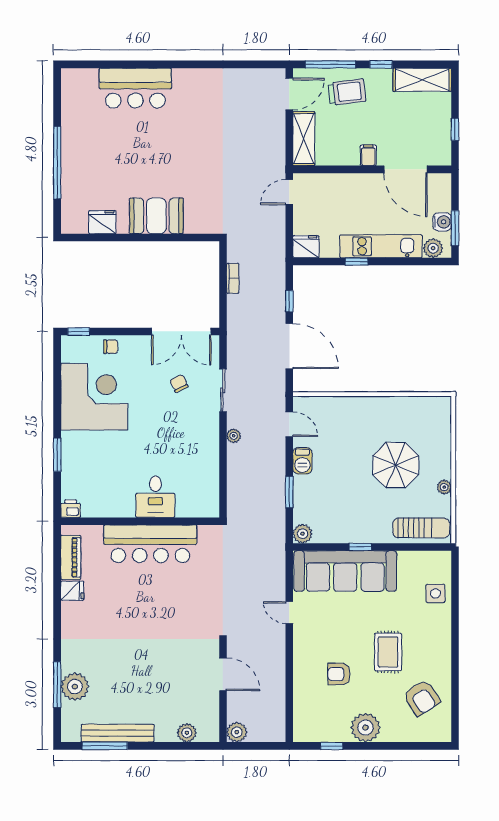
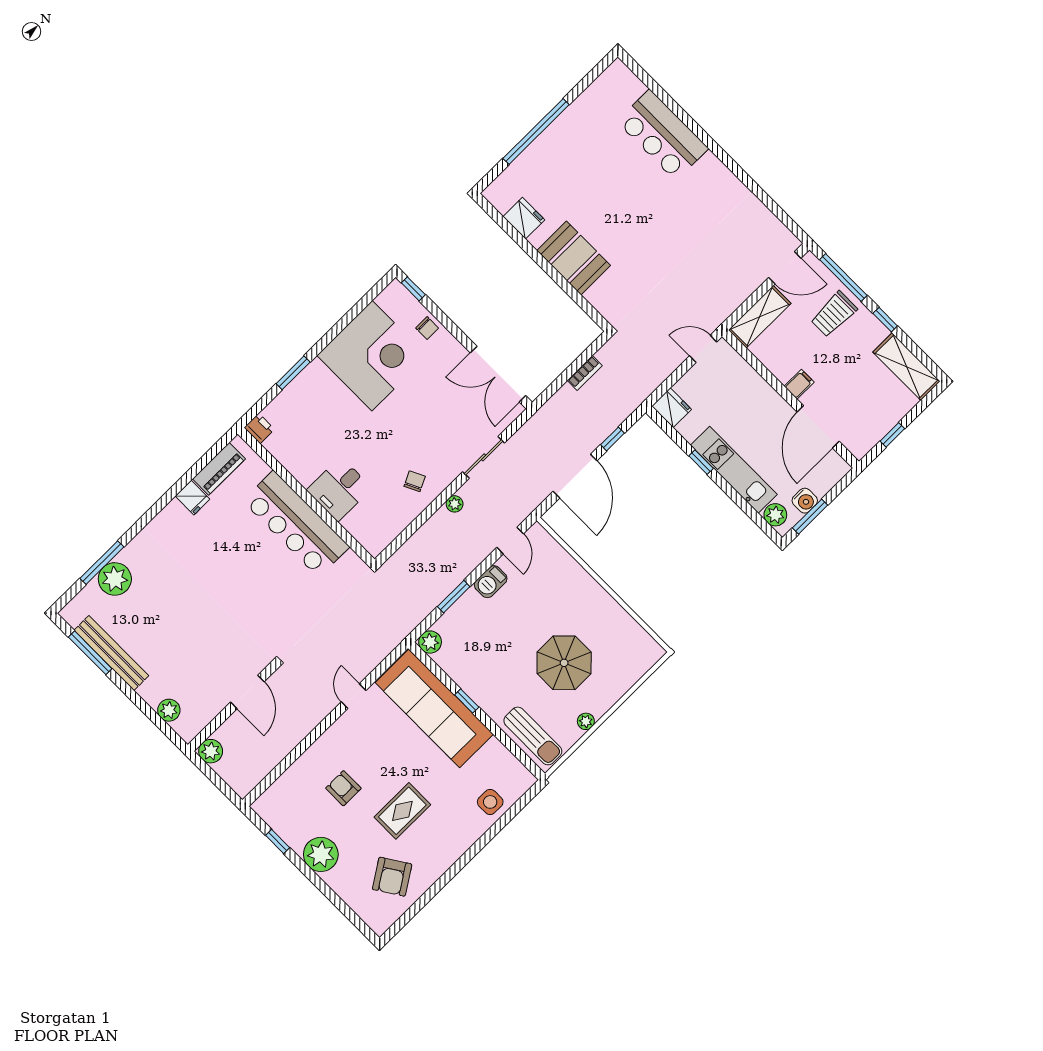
trolley: (347, 92) -> (834, 314), turned 97
chair: (179, 383) -> (415, 481), moved

